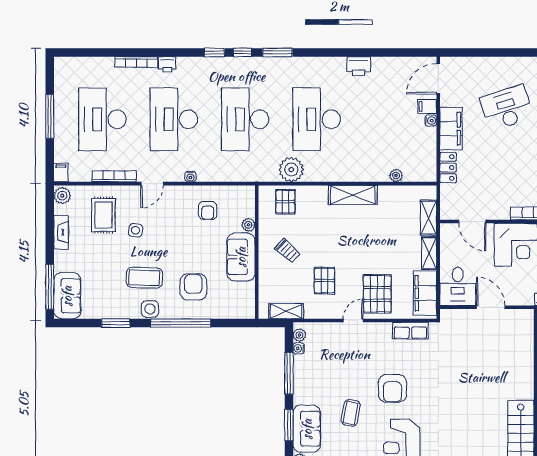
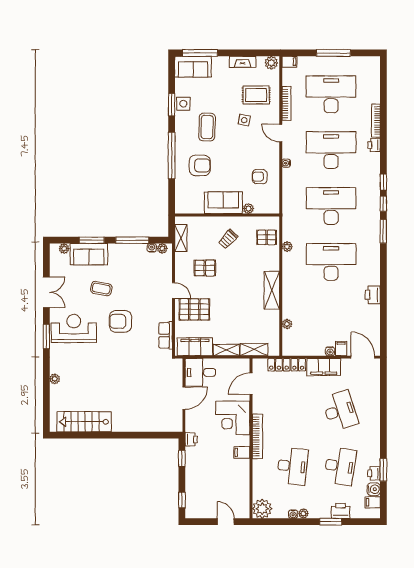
locker: (448, 168) -> (287, 365), width x1.53
plant: (291, 170) -> (287, 247), width x0.53, depth x0.53
side table: (150, 309) -> (183, 104), moved

